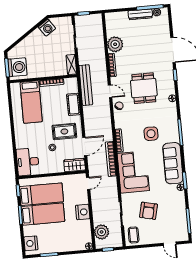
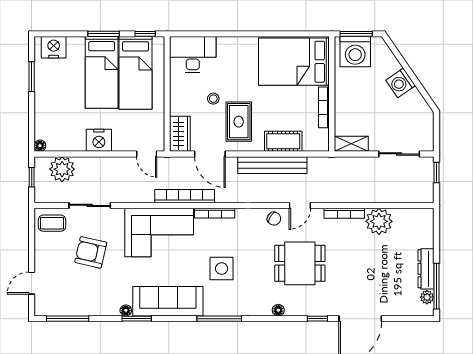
washing machine: (47, 28) -> (401, 83), moved
bench: (86, 85) -> (272, 165), moved
bed: (31, 102) -> (294, 62), width x1.50

